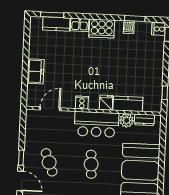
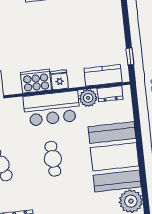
cooker: (82, 103) -> (36, 81), width x1.87, depth x1.31
kitchen counter: (128, 104) -> (103, 75), moved

